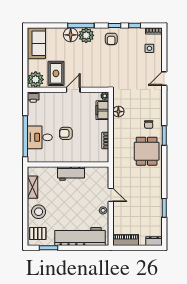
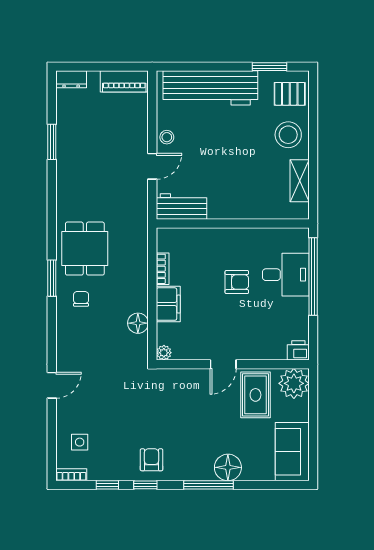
plant: (86, 35) -> (199, 467), removed
filing cabinet: (102, 110) -> (168, 304), moved
workbench: (71, 174) -> (181, 207), moved
door: (111, 195) -> (152, 166), swing flipped

